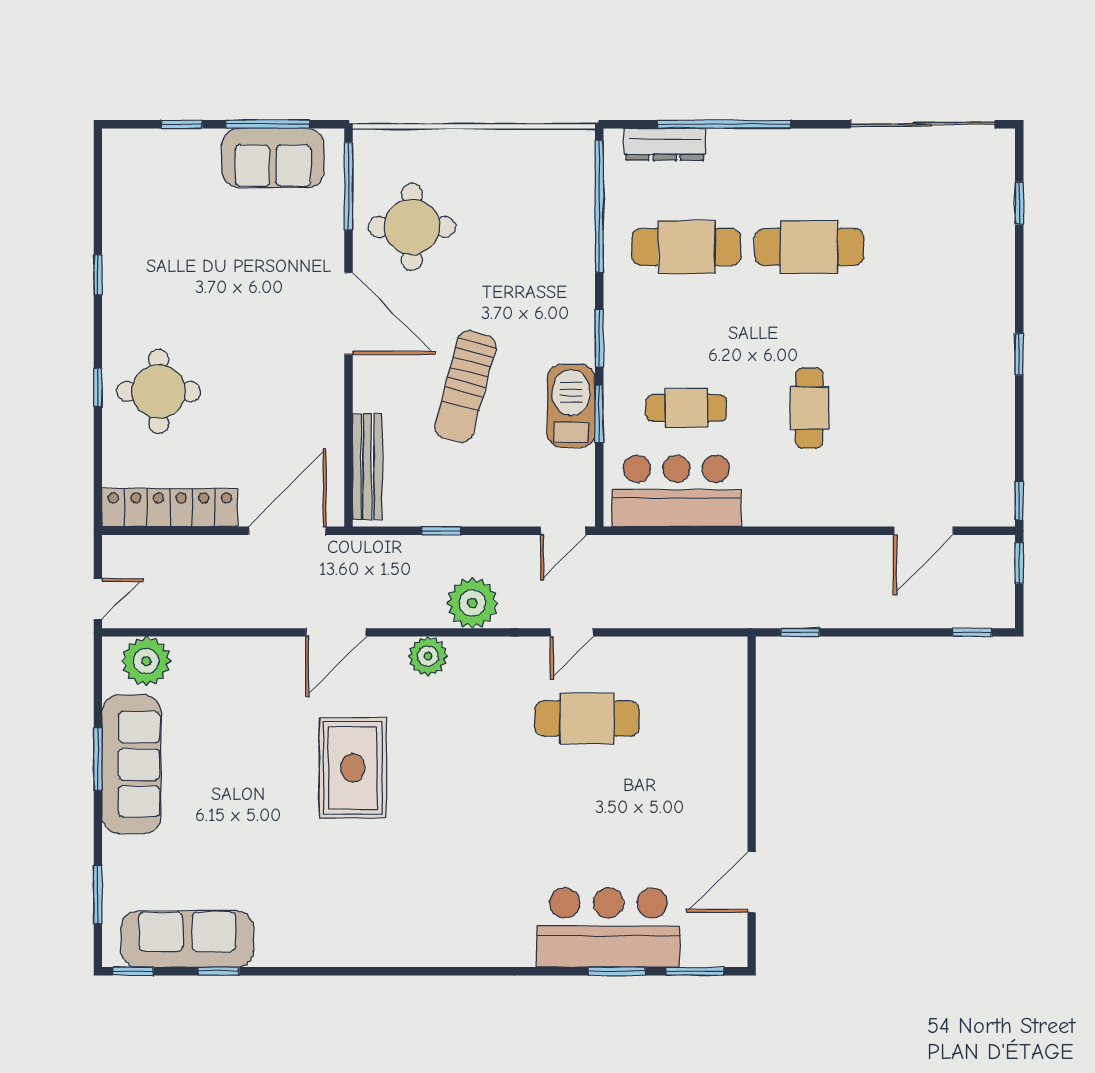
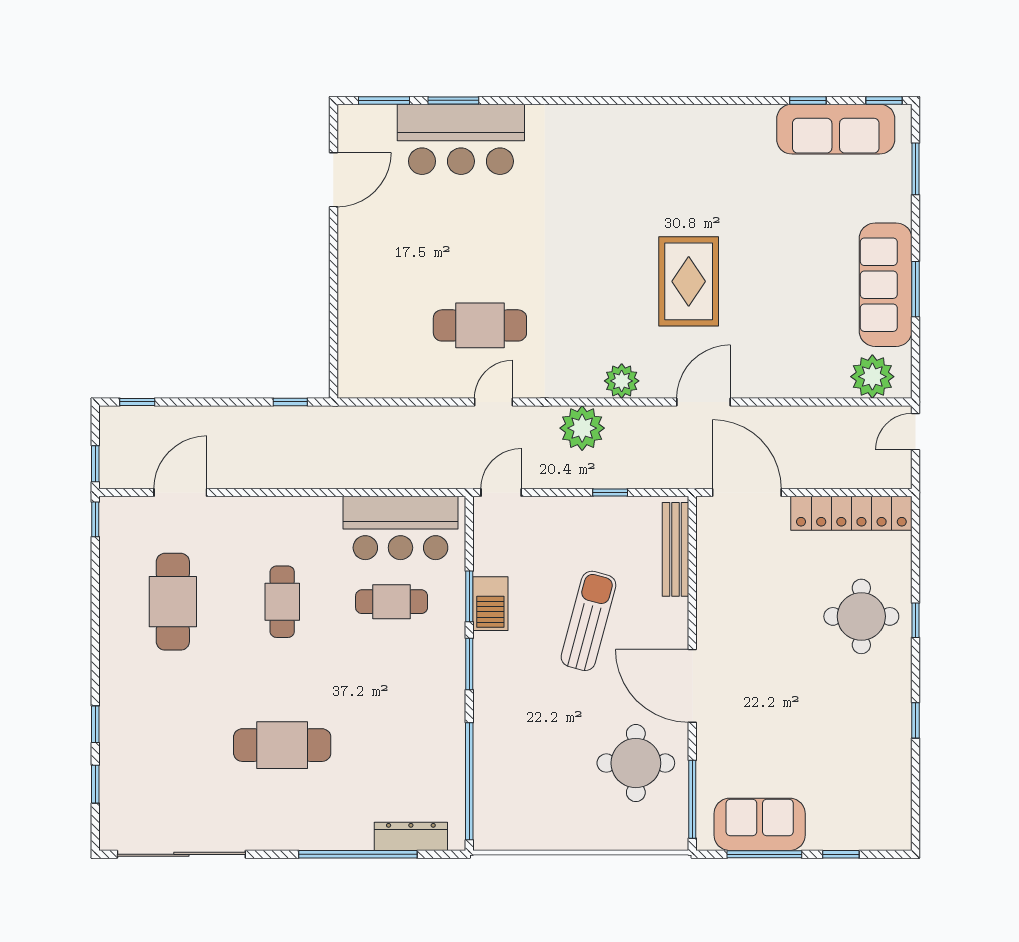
cafe table: (686, 247) -> (173, 602), moved, turned 90
window: (1019, 354) -> (95, 724), moved
barbecue: (571, 406) -> (490, 604), width x0.73, depth x0.83
door: (287, 531) -> (747, 492), swing flipped

